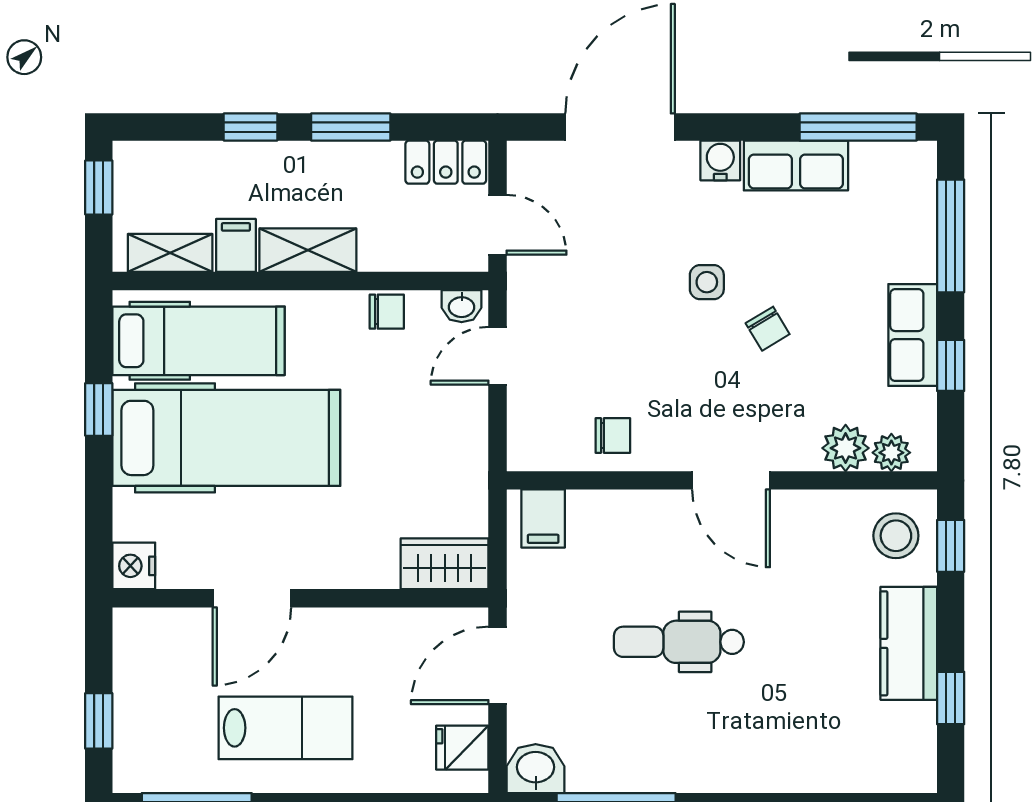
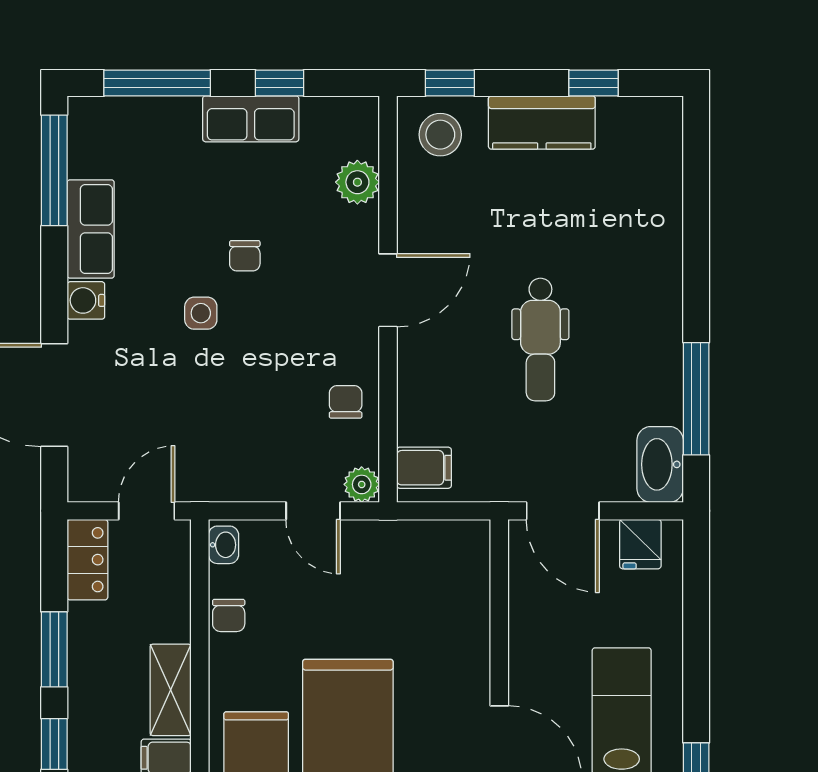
chair: (387, 312) -> (229, 615), turned 180
chair: (768, 329) -> (245, 256), turned 121
door: (497, 356) -> (313, 511), moved
plant: (891, 453) -> (362, 484), moved
wardrobe: (445, 564) -> (467, 561), removed
washbasin: (536, 769) -> (660, 464), width x1.38

